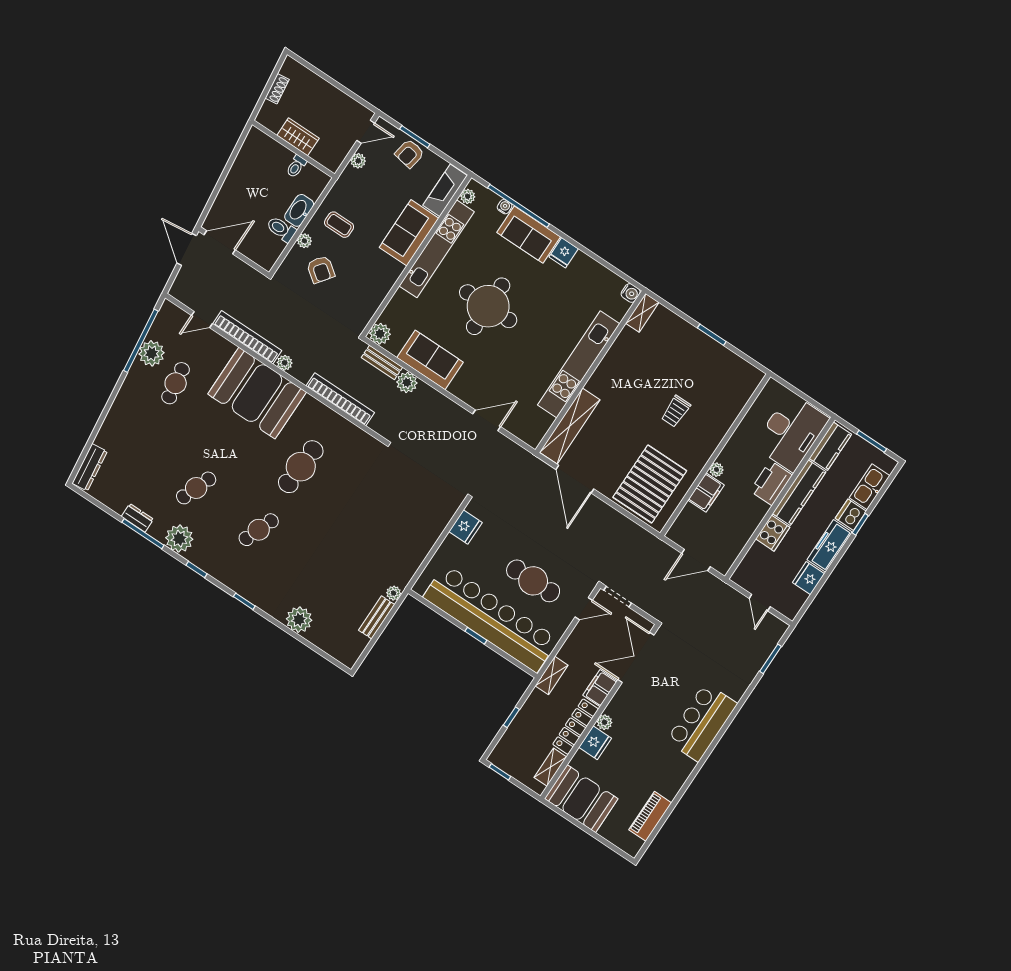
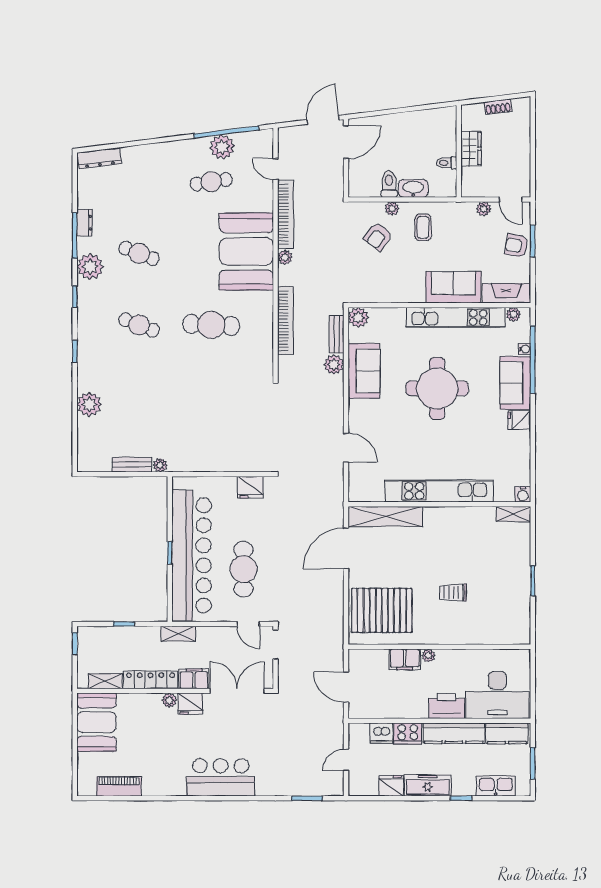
door: (220, 242) -> (346, 142), hinge flipped
dishwasher: (851, 515) -> (381, 733), moved, turned 180
fridge: (595, 743) -> (190, 704), moved

